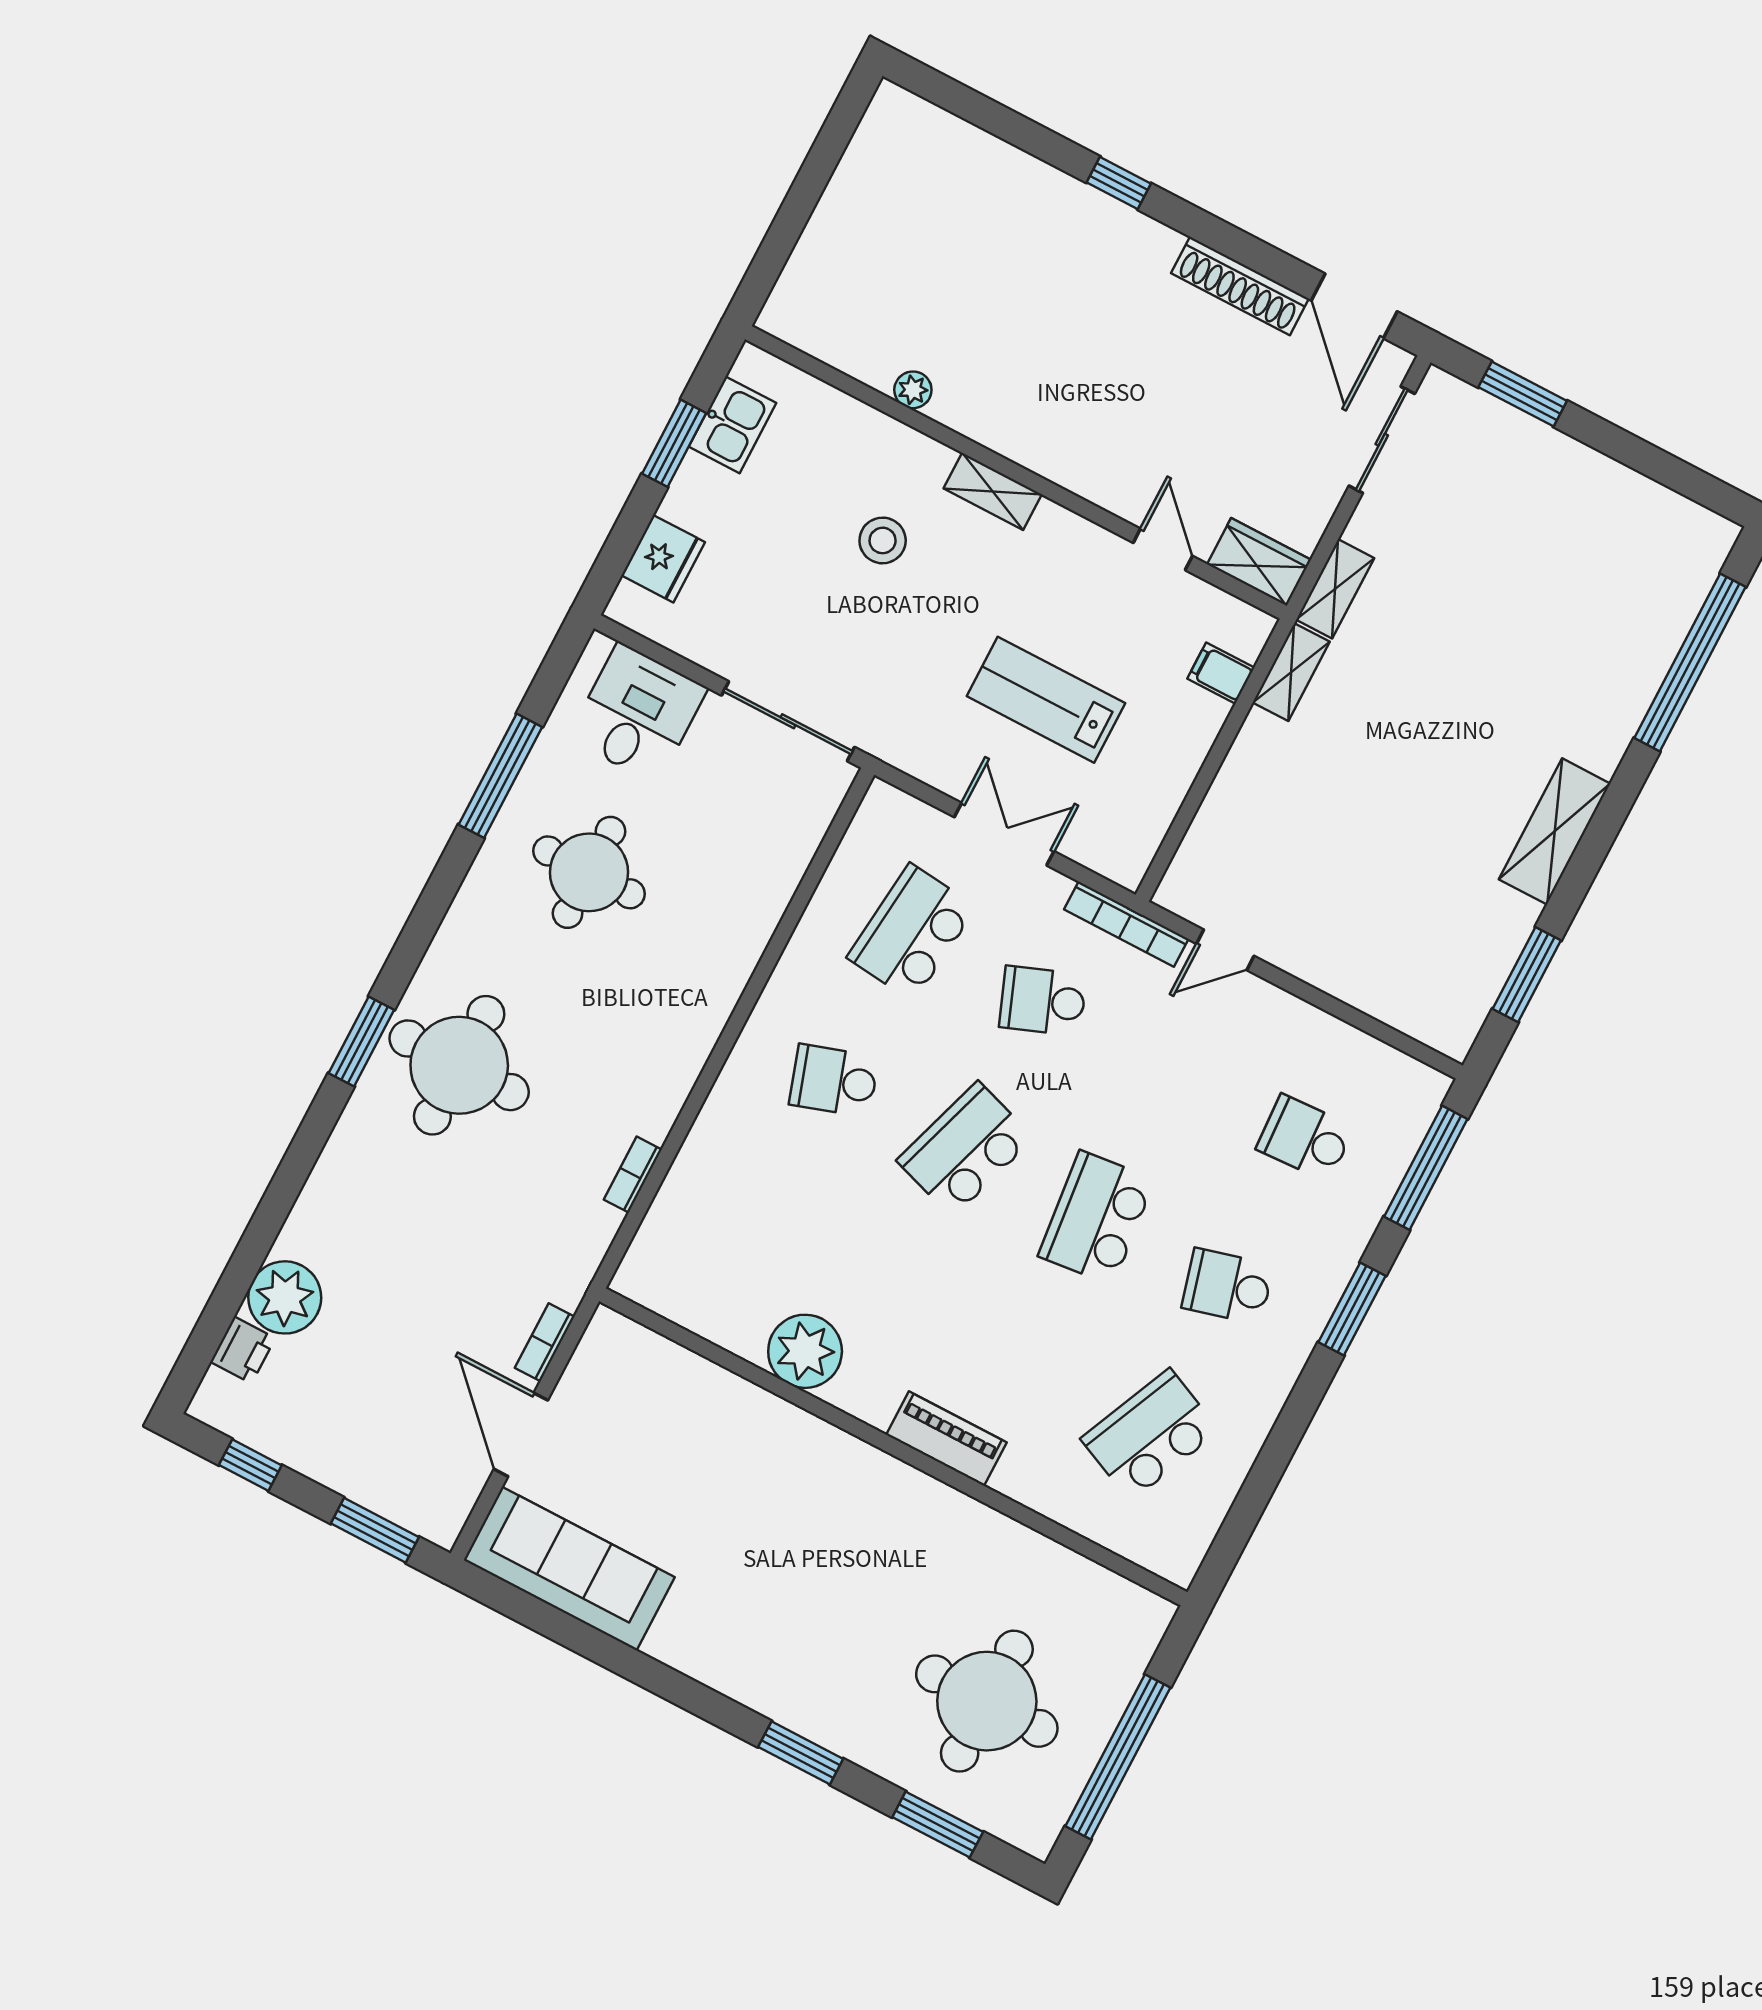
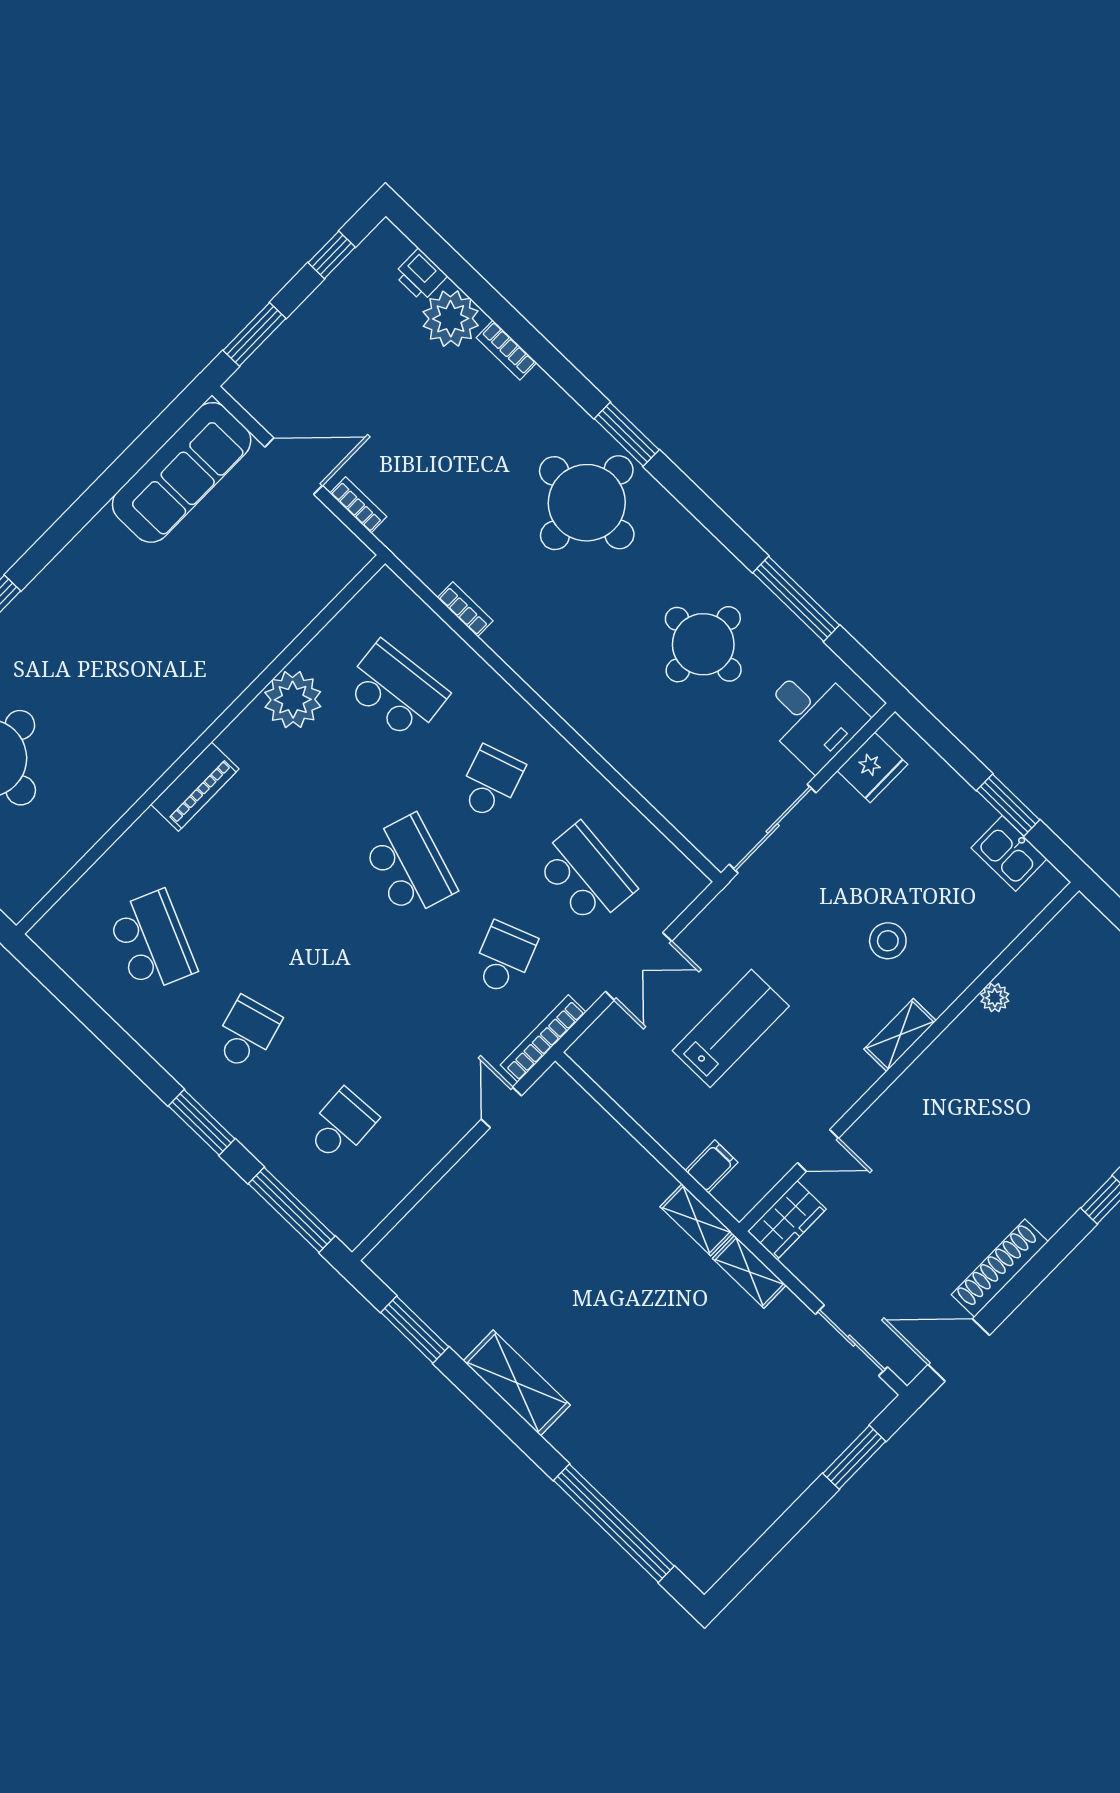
fridge: (663, 559) -> (872, 767), moved, turned -90
bookcase: (303, 1218) -> (507, 350), added
school desk: (1096, 1218) -> (396, 690), moved

